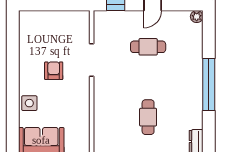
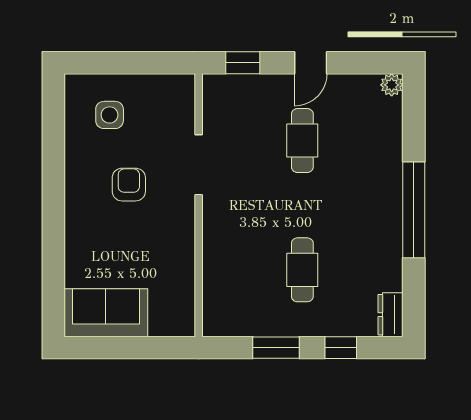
cafe table: (148, 47) -> (302, 141), turned 90
side table: (29, 103) -> (110, 115), moved

